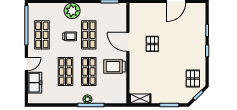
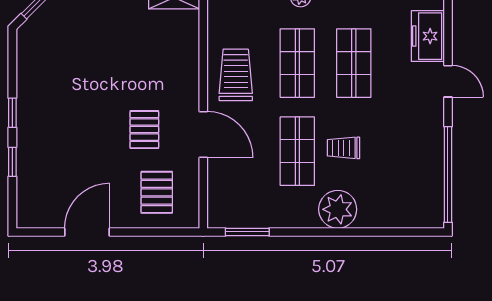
shop shelf: (42, 35) -> (410, 151), removed
door: (26, 64) -> (448, 81), swing flipped
trolley: (114, 67) -> (236, 75), turned -90
pallet: (193, 78) -> (157, 192), moved

